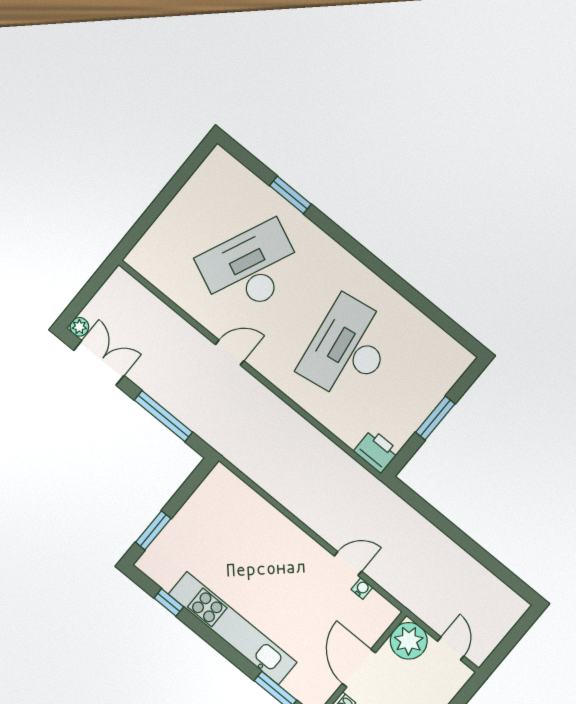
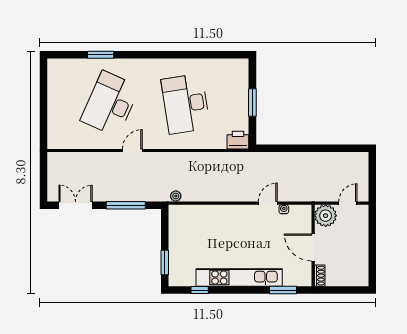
plant: (79, 327) -> (176, 196), moved
door: (451, 649) -> (348, 203), hinge flipped

